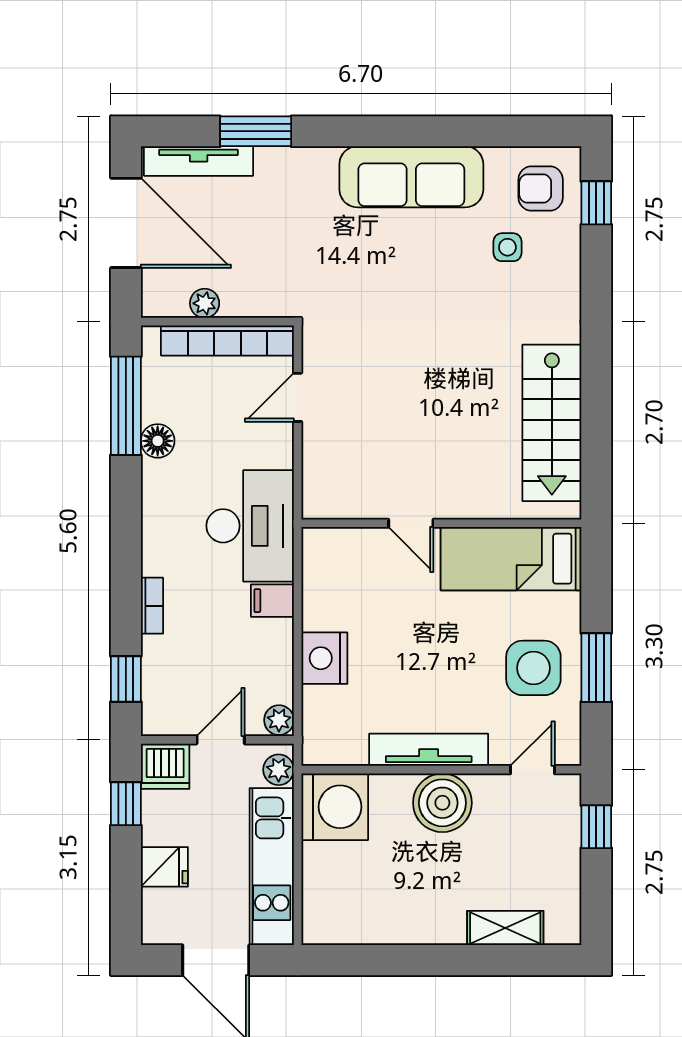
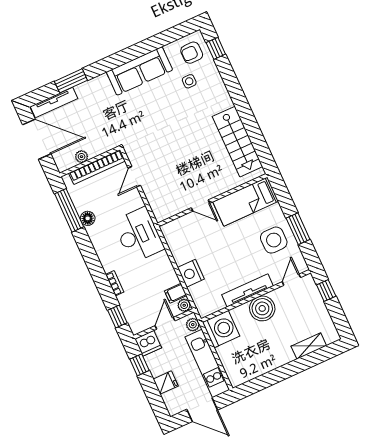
filing cabinet: (272, 601) -> (176, 293), moved

